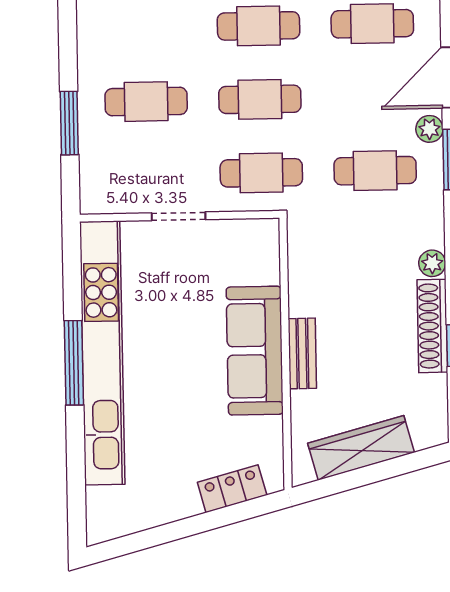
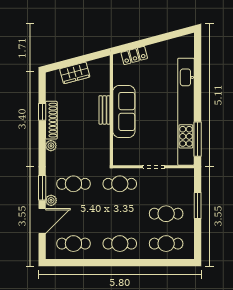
cafe table: (260, 99) -> (166, 244), moved
window: (74, 363) -> (198, 139), moved
wardrobe: (361, 448) -> (75, 73), width x0.67

